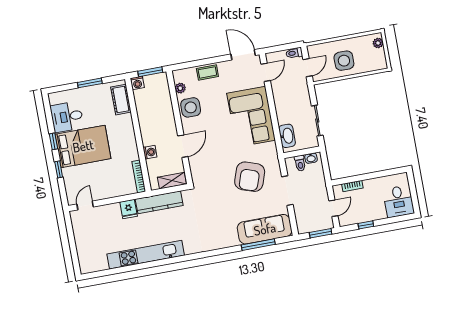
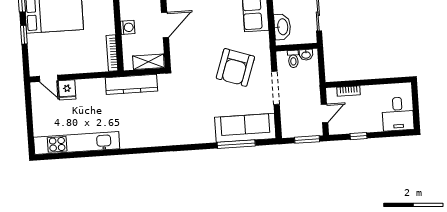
door: (85, 206) -> (49, 78), swing flipped
fridge: (129, 209) -> (67, 90), moved
kitchen unit: (146, 255) -> (77, 143), moved

